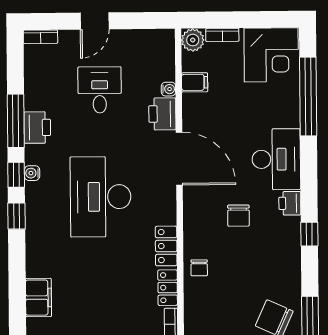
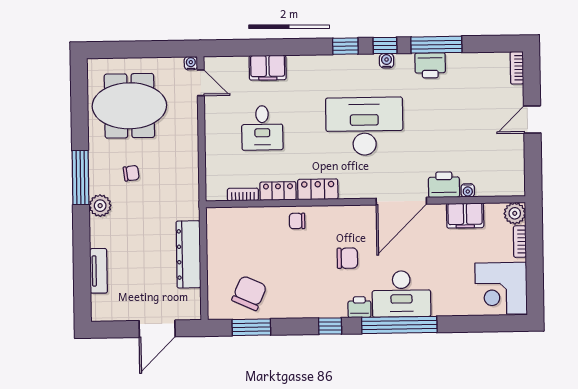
door: (95, 21) -> (532, 119), hinge flipped
filing cabinet: (195, 82) -> (465, 216), width x2.00
desk: (100, 90) -> (262, 128), moved, turned 90
window: (308, 96) -> (399, 325), moved
chair: (238, 216) -> (347, 258), turned 180

